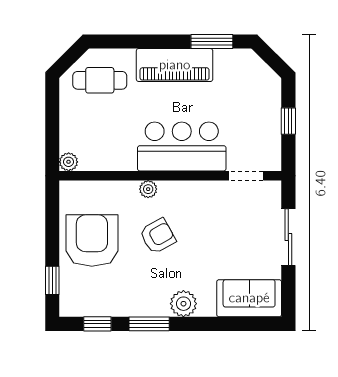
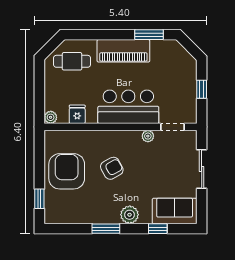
fridge: (107, 157) -> (77, 114), added
plant: (148, 189) -> (148, 136), moved
window: (97, 324) -> (158, 229), moved

